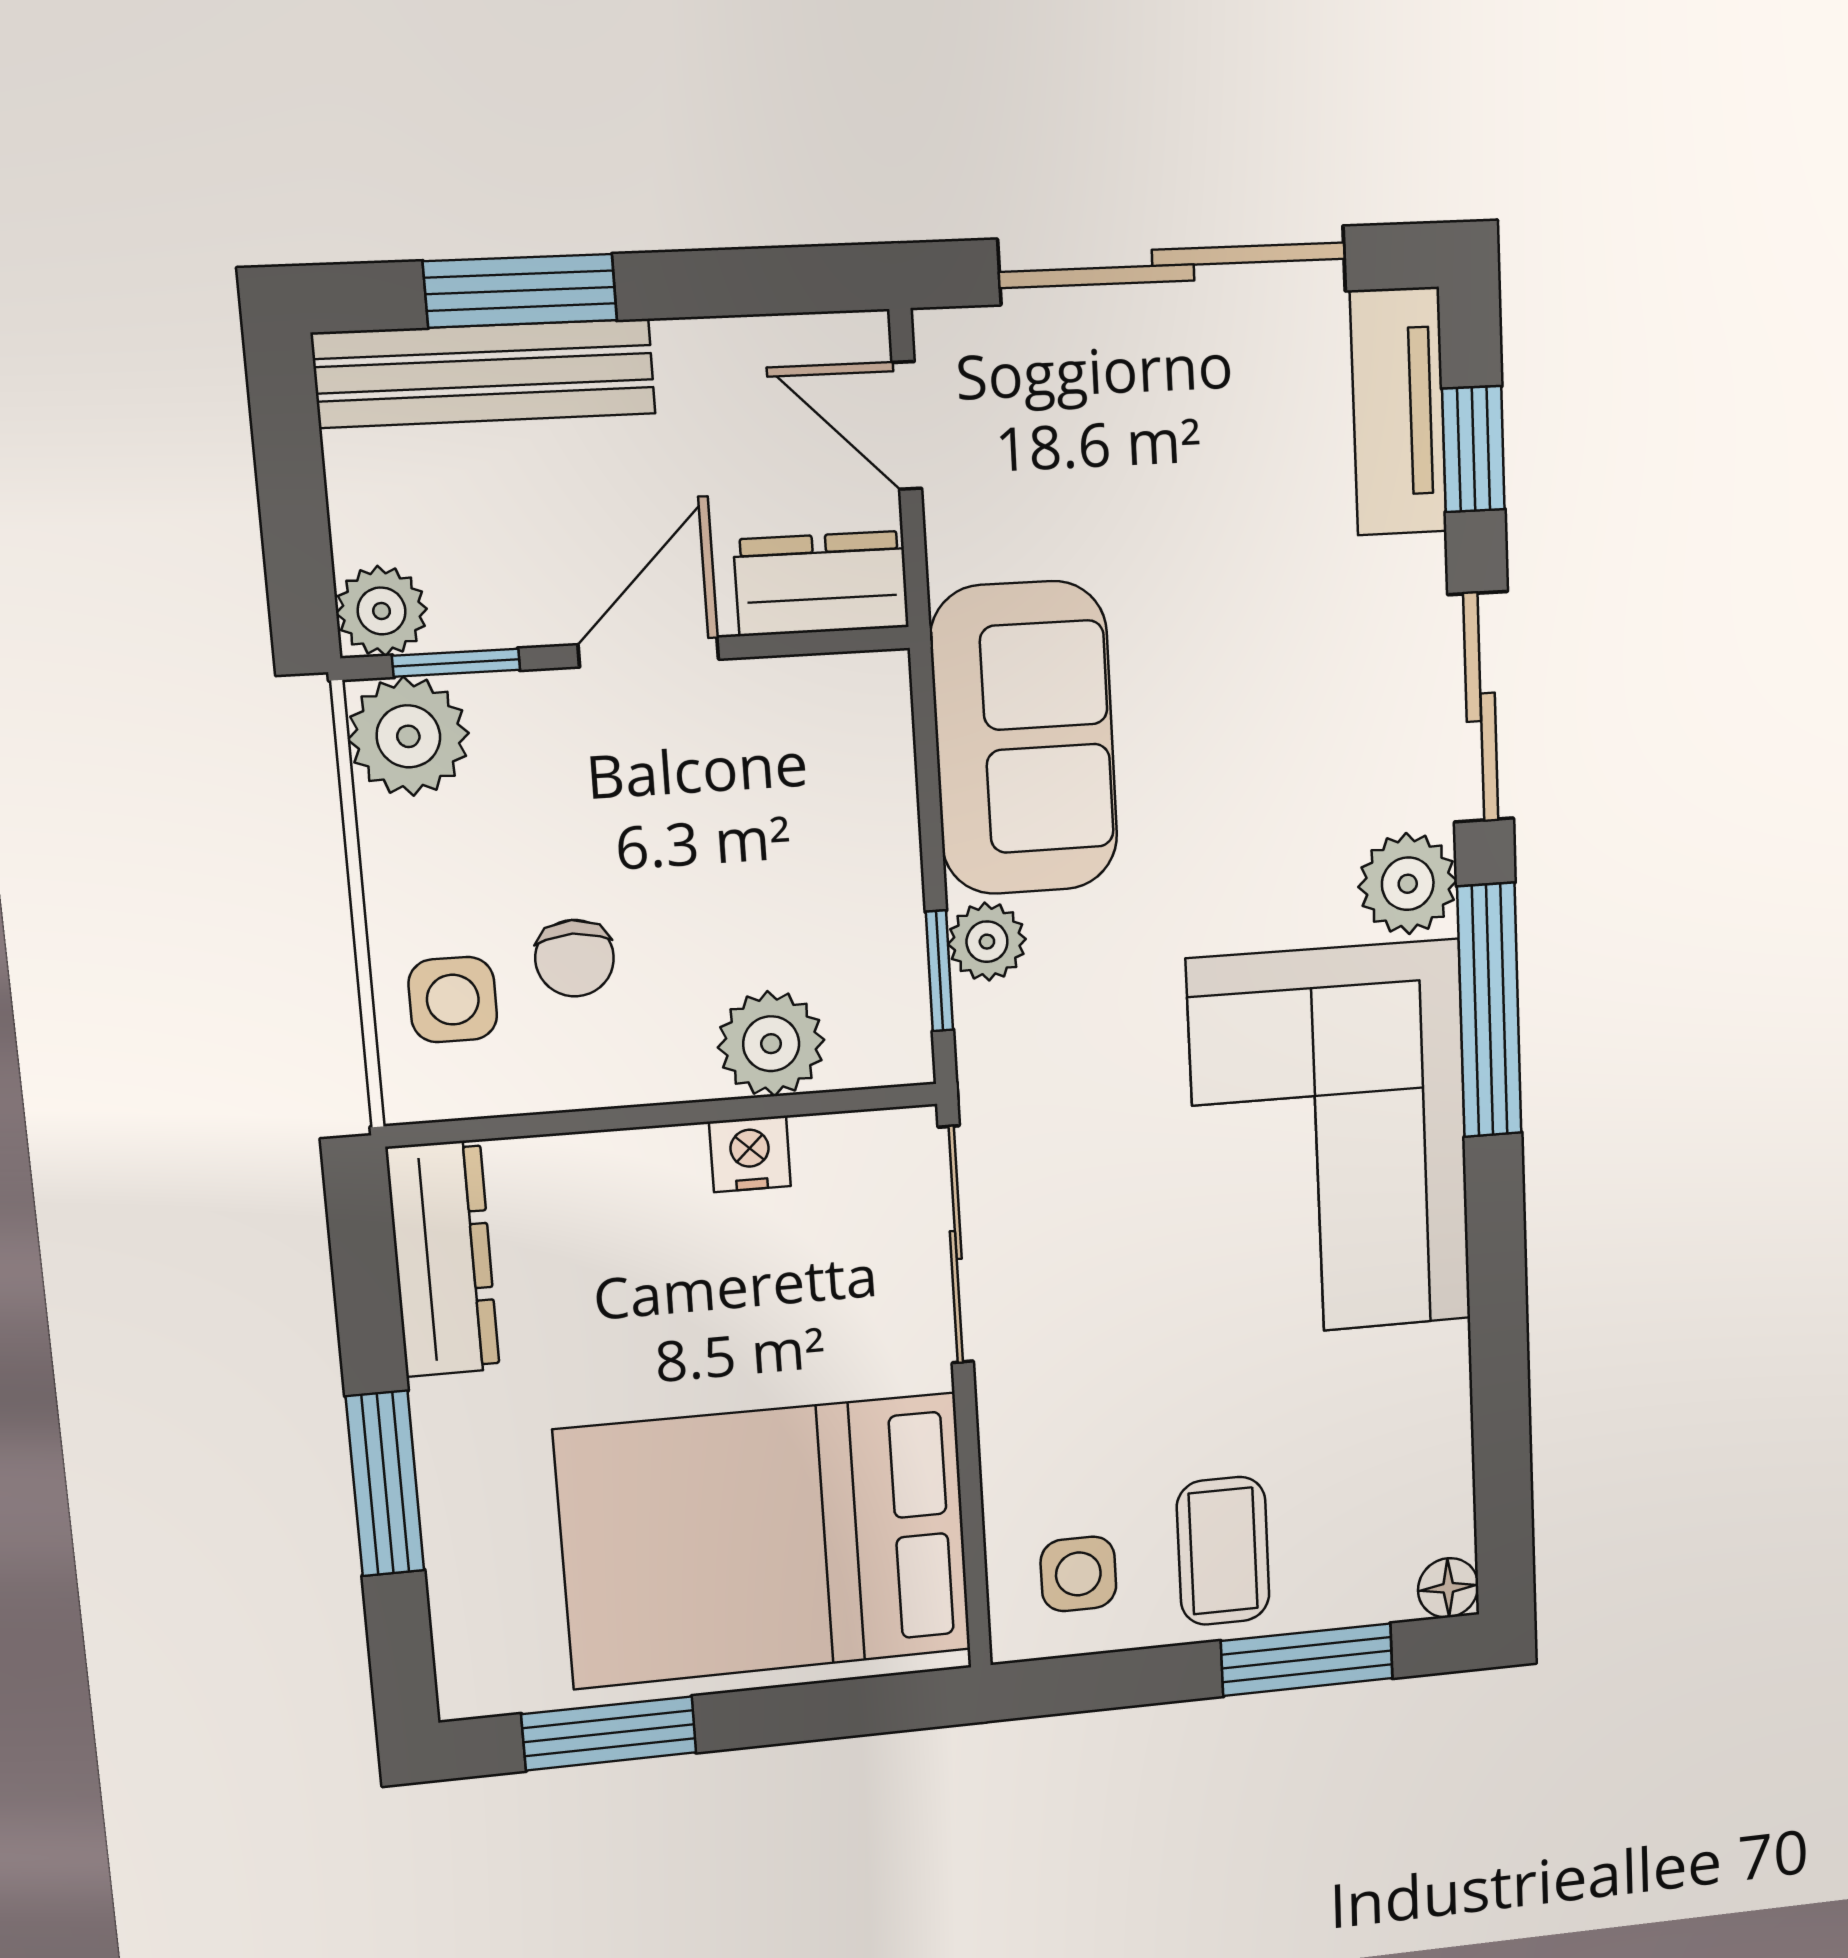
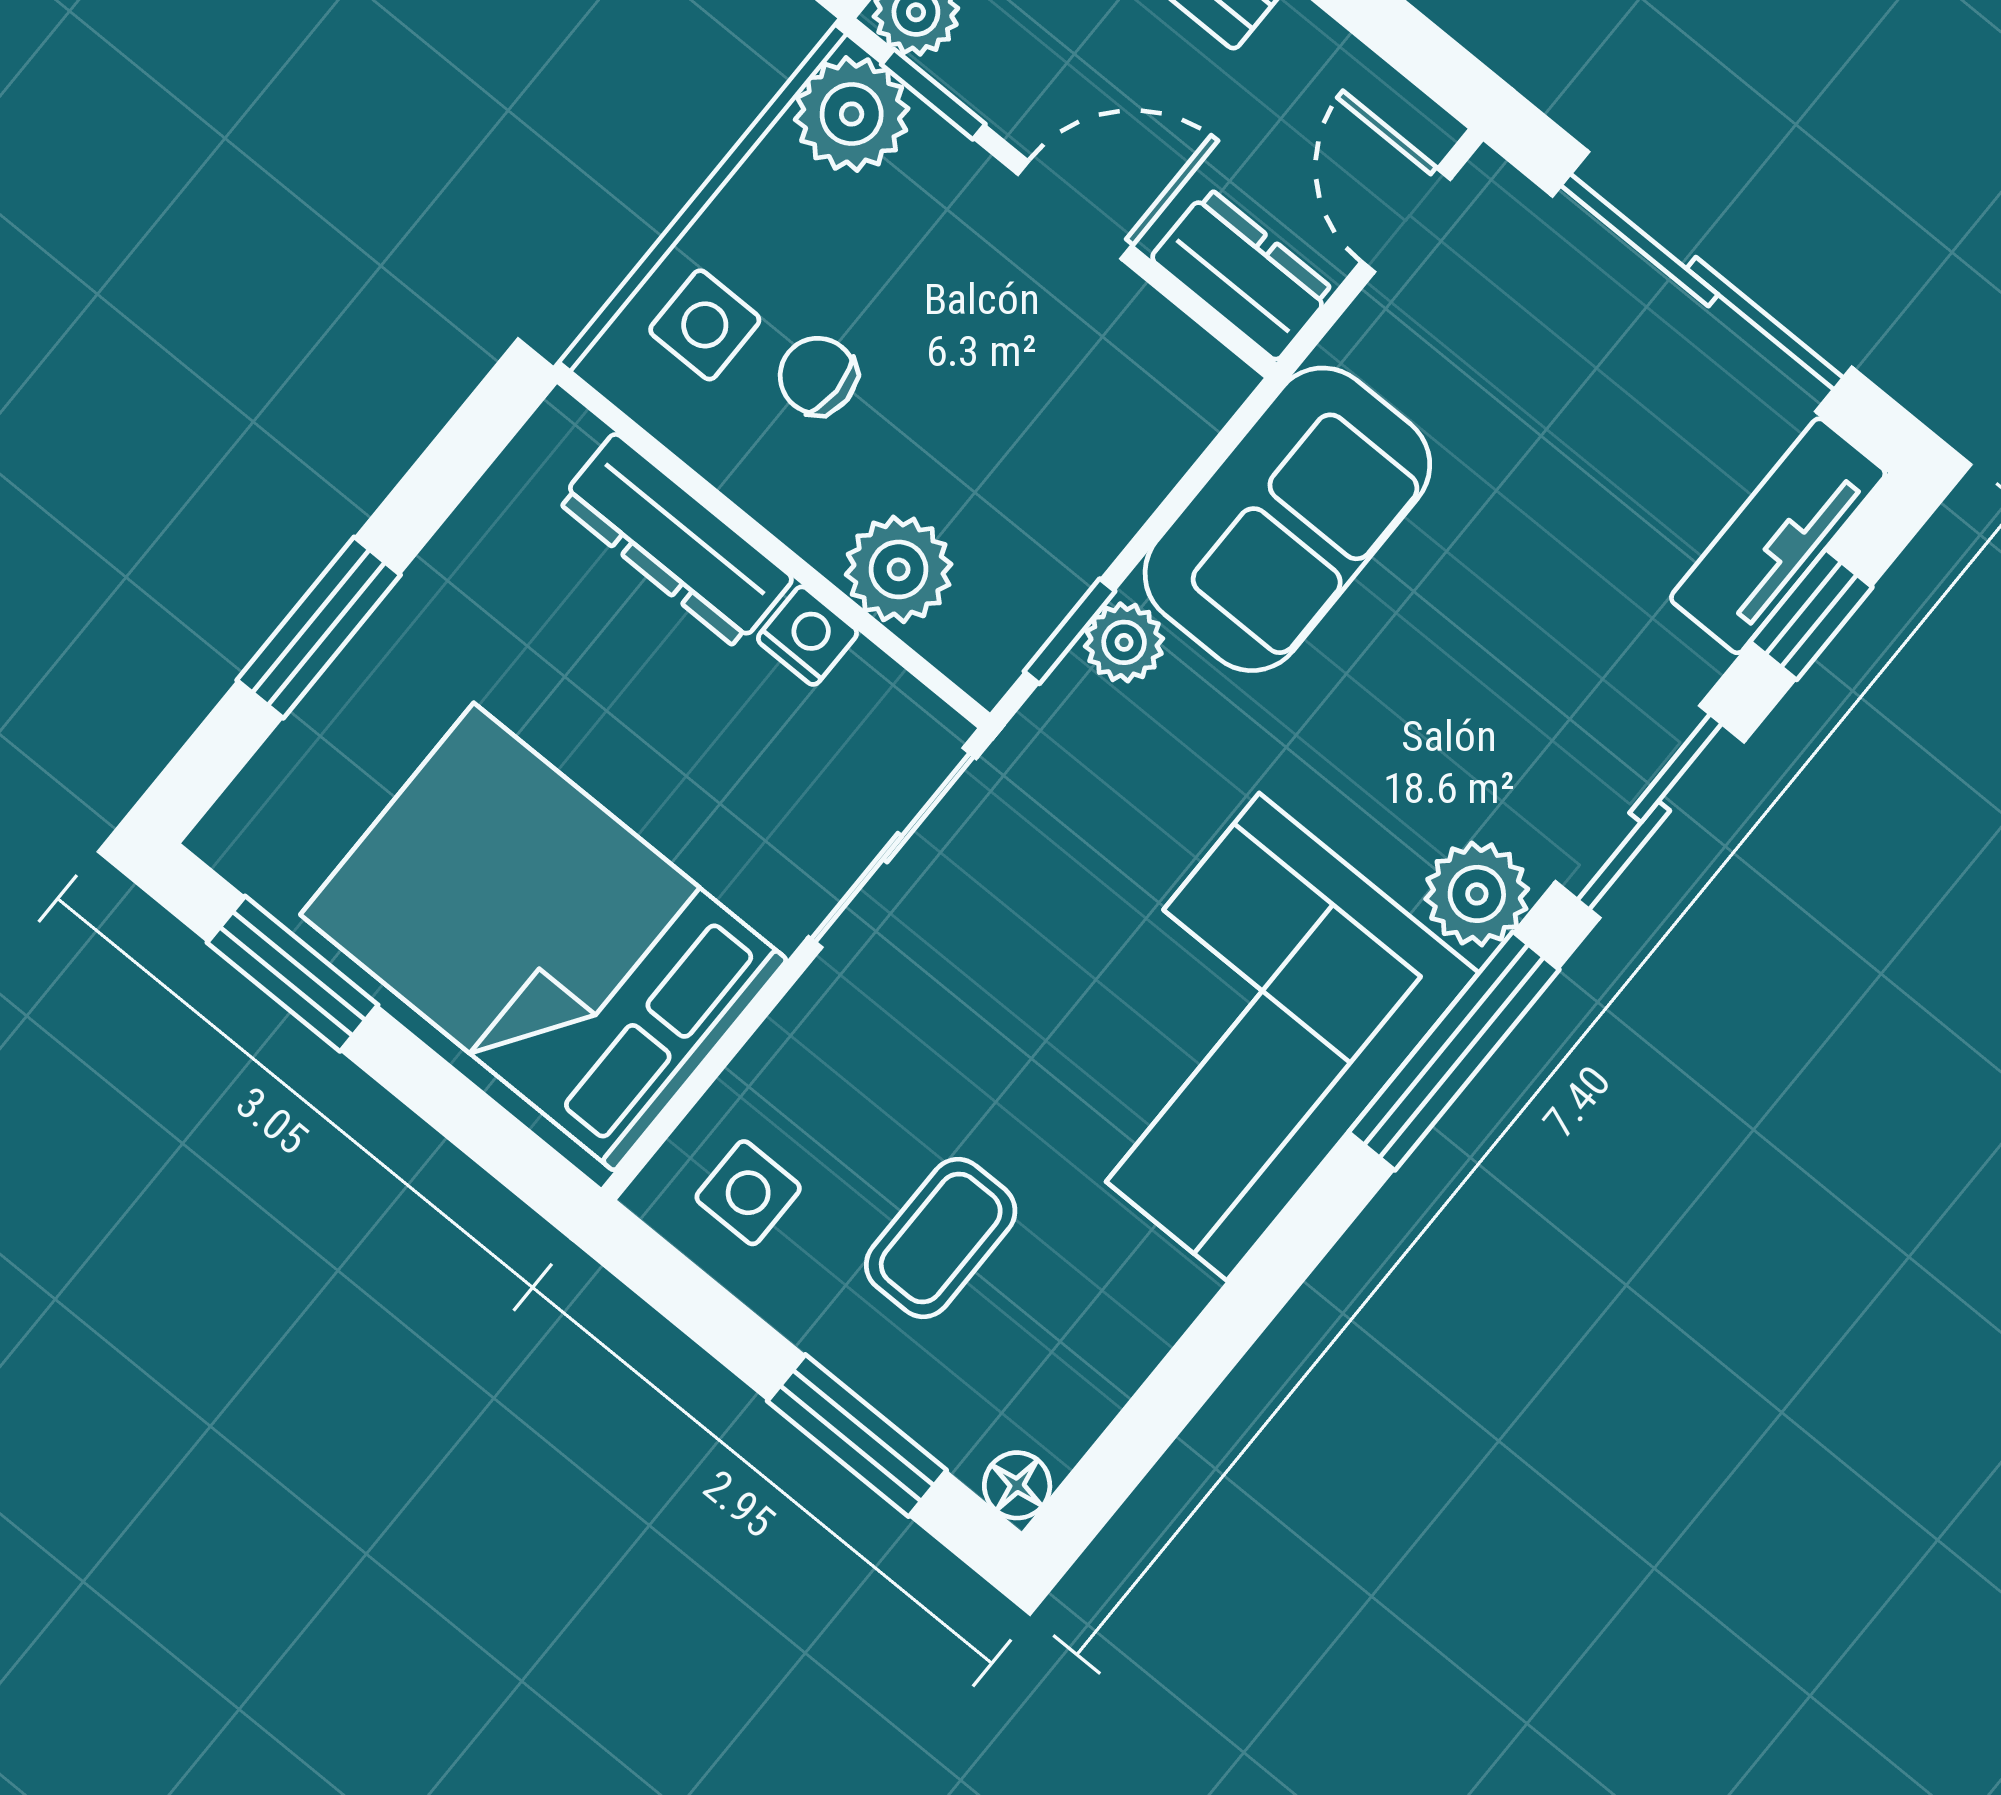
chair: (575, 958) -> (818, 376), turned 90
dresser: (443, 1259) -> (676, 540), moved, turned 90
coffee table: (1223, 1551) -> (941, 1238), moved

